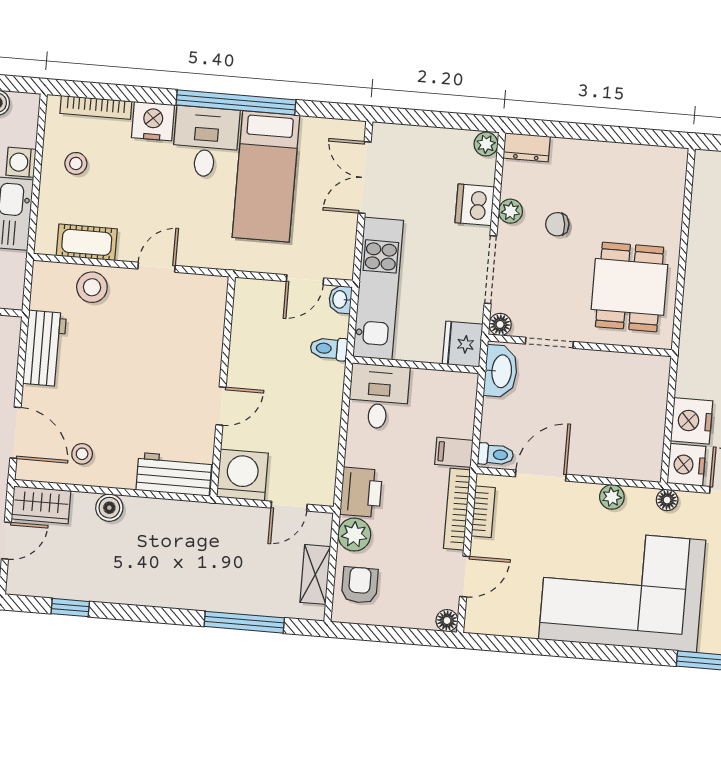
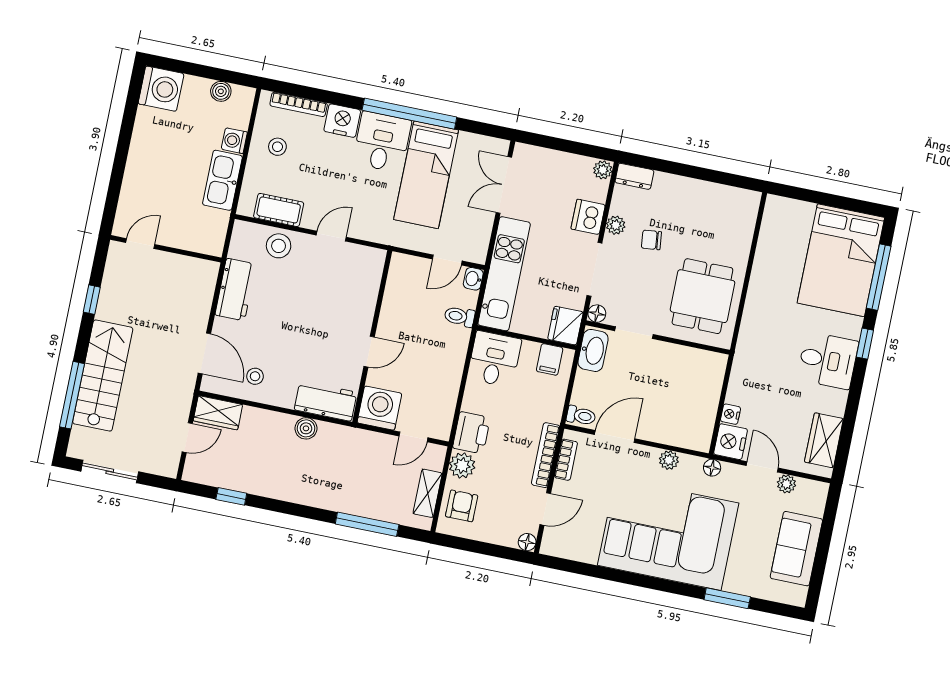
nightstand: (692, 421) -> (731, 414), width x0.53, depth x0.56
filing cabinet: (454, 452) -> (550, 359), moved, turned -90
boiler: (109, 508) -> (306, 428), moved

